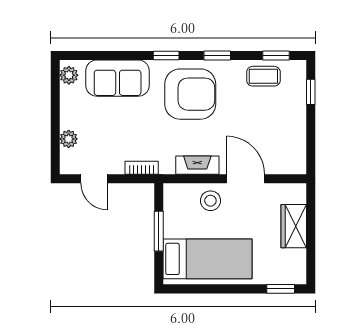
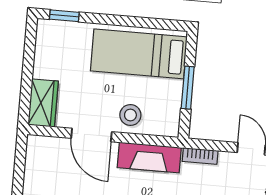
fireplace: (197, 165) -> (149, 158), width x1.37, depth x1.32
wardrobe: (294, 226) -> (43, 103), moved

